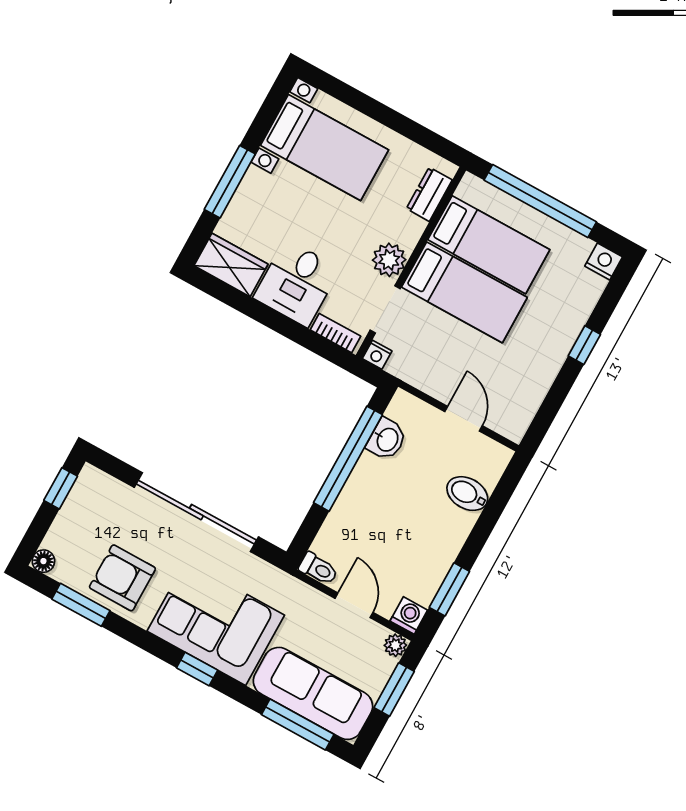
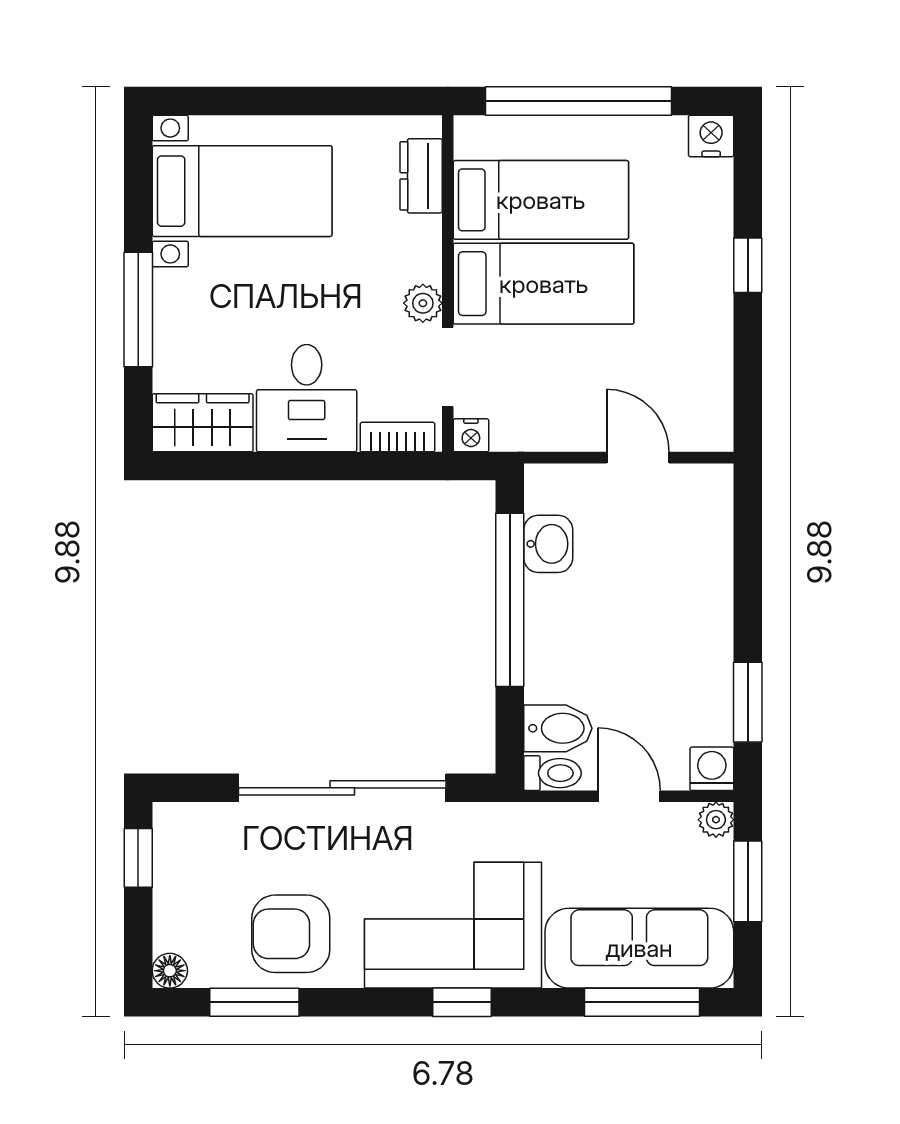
plant: (389, 260) -> (423, 303), width x0.73, depth x0.73
bidet: (467, 494) -> (558, 728), moved, turned 180

